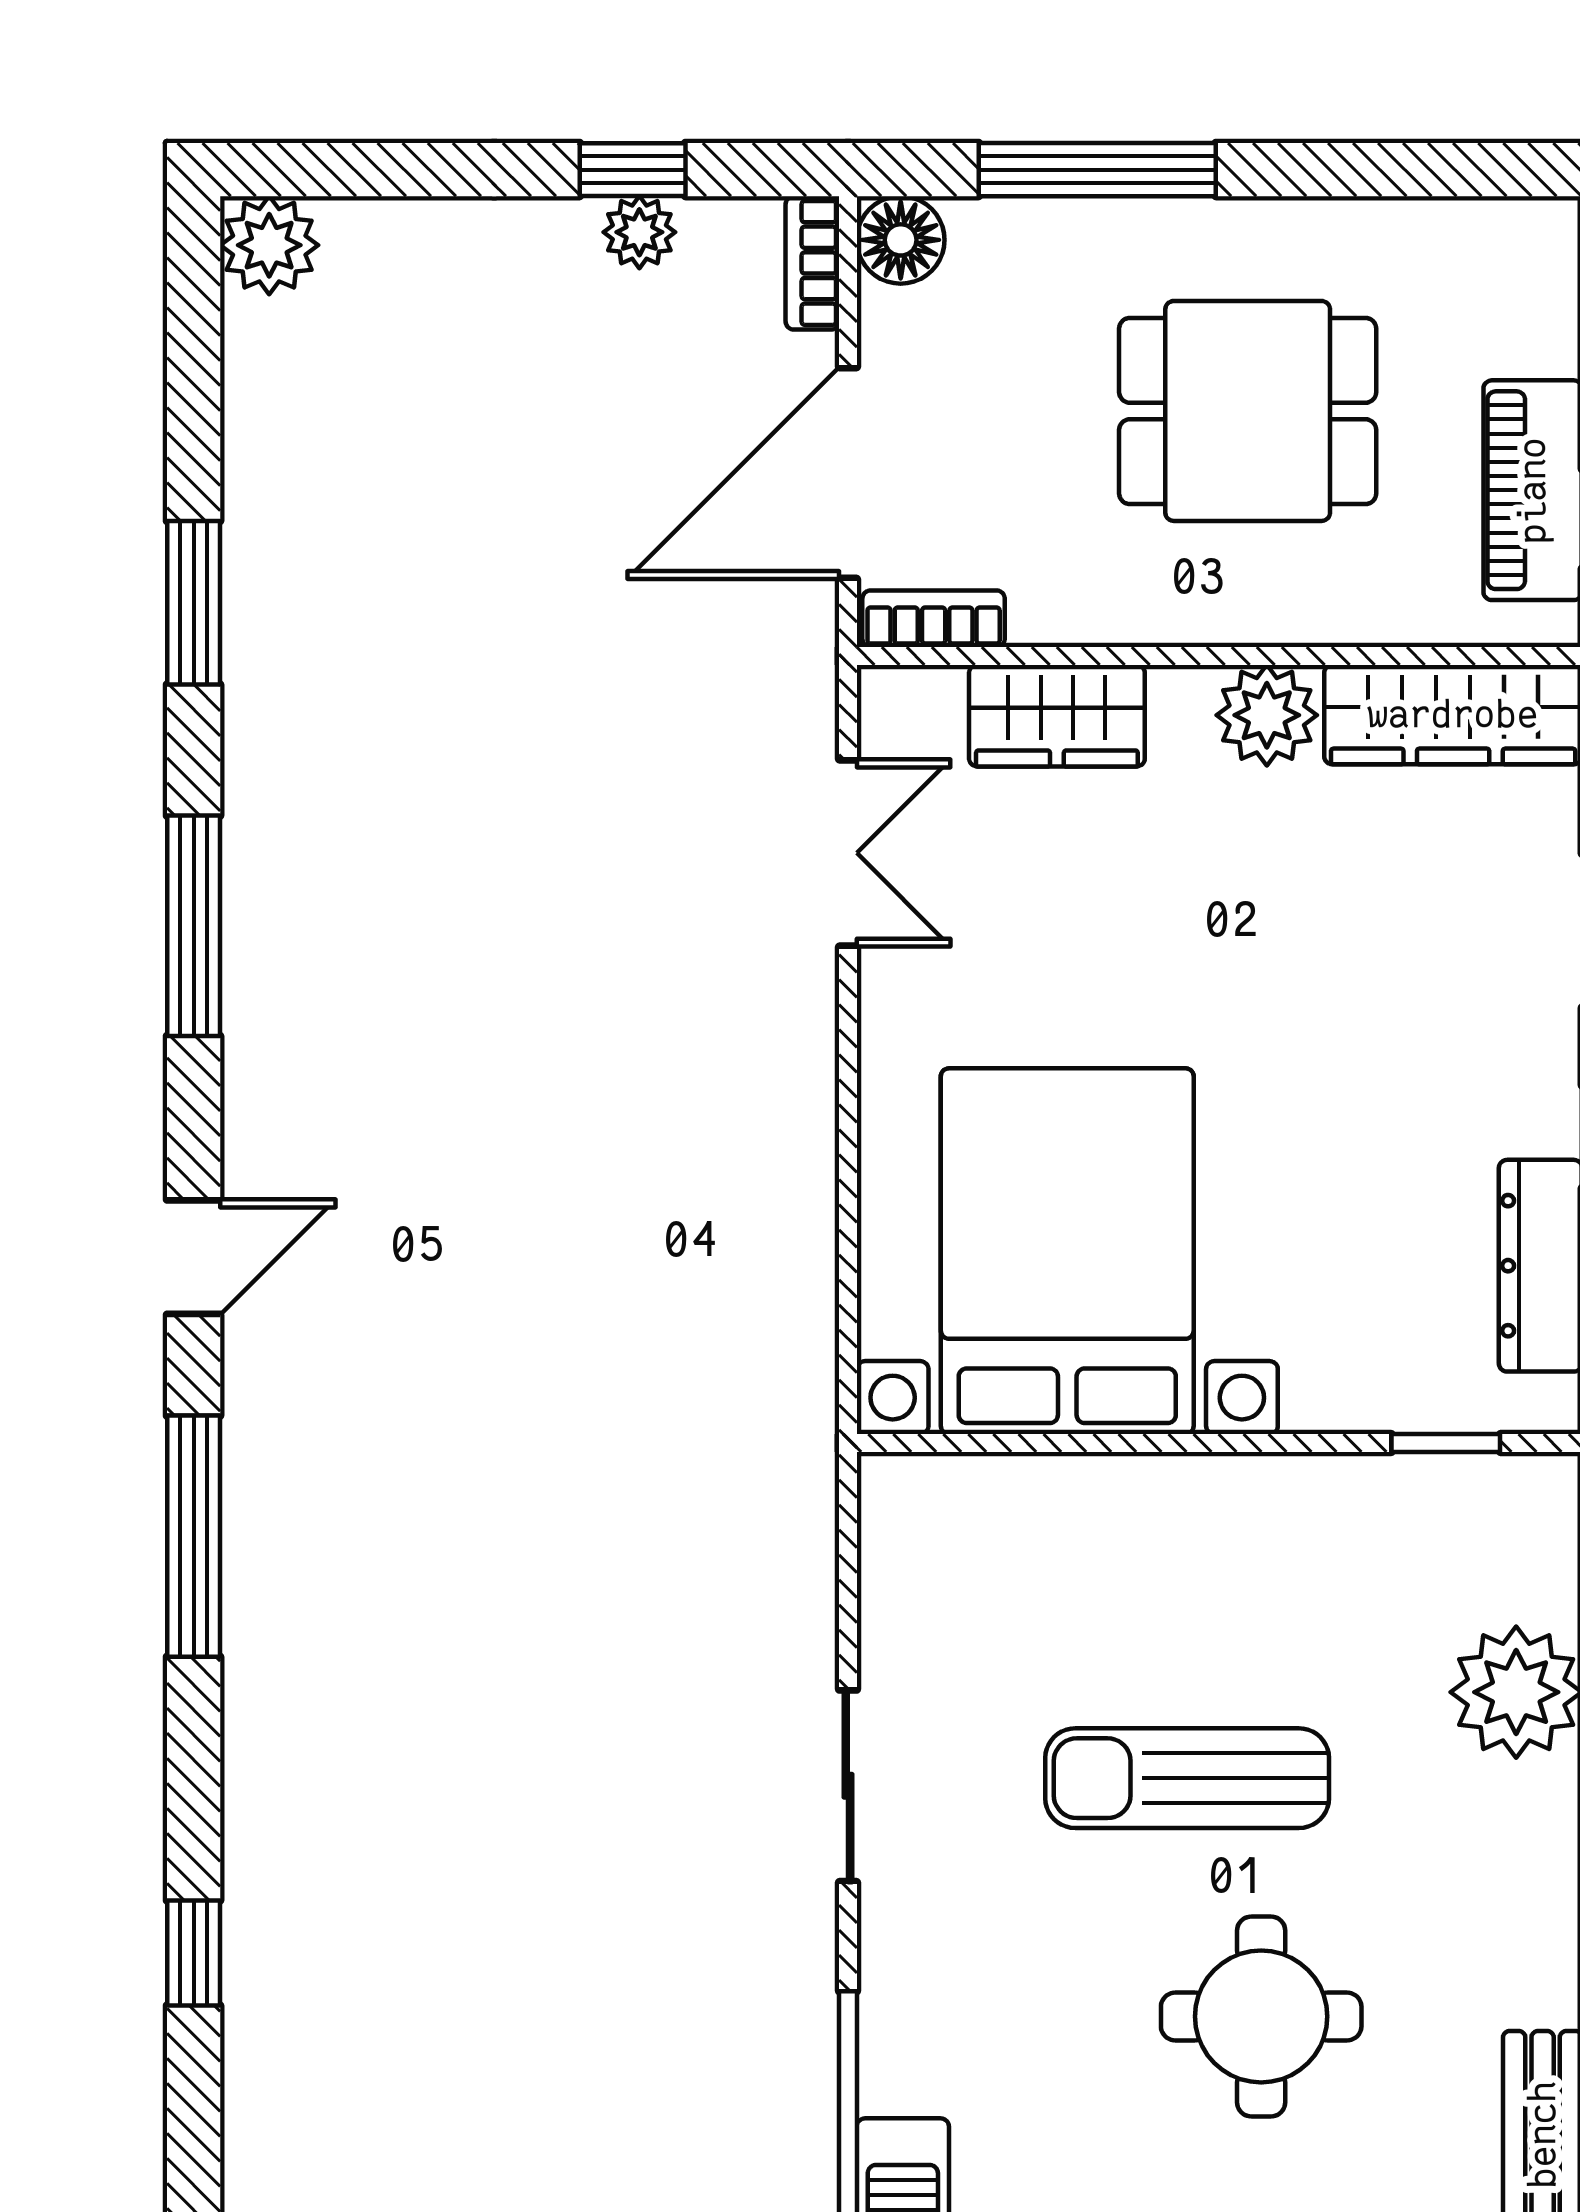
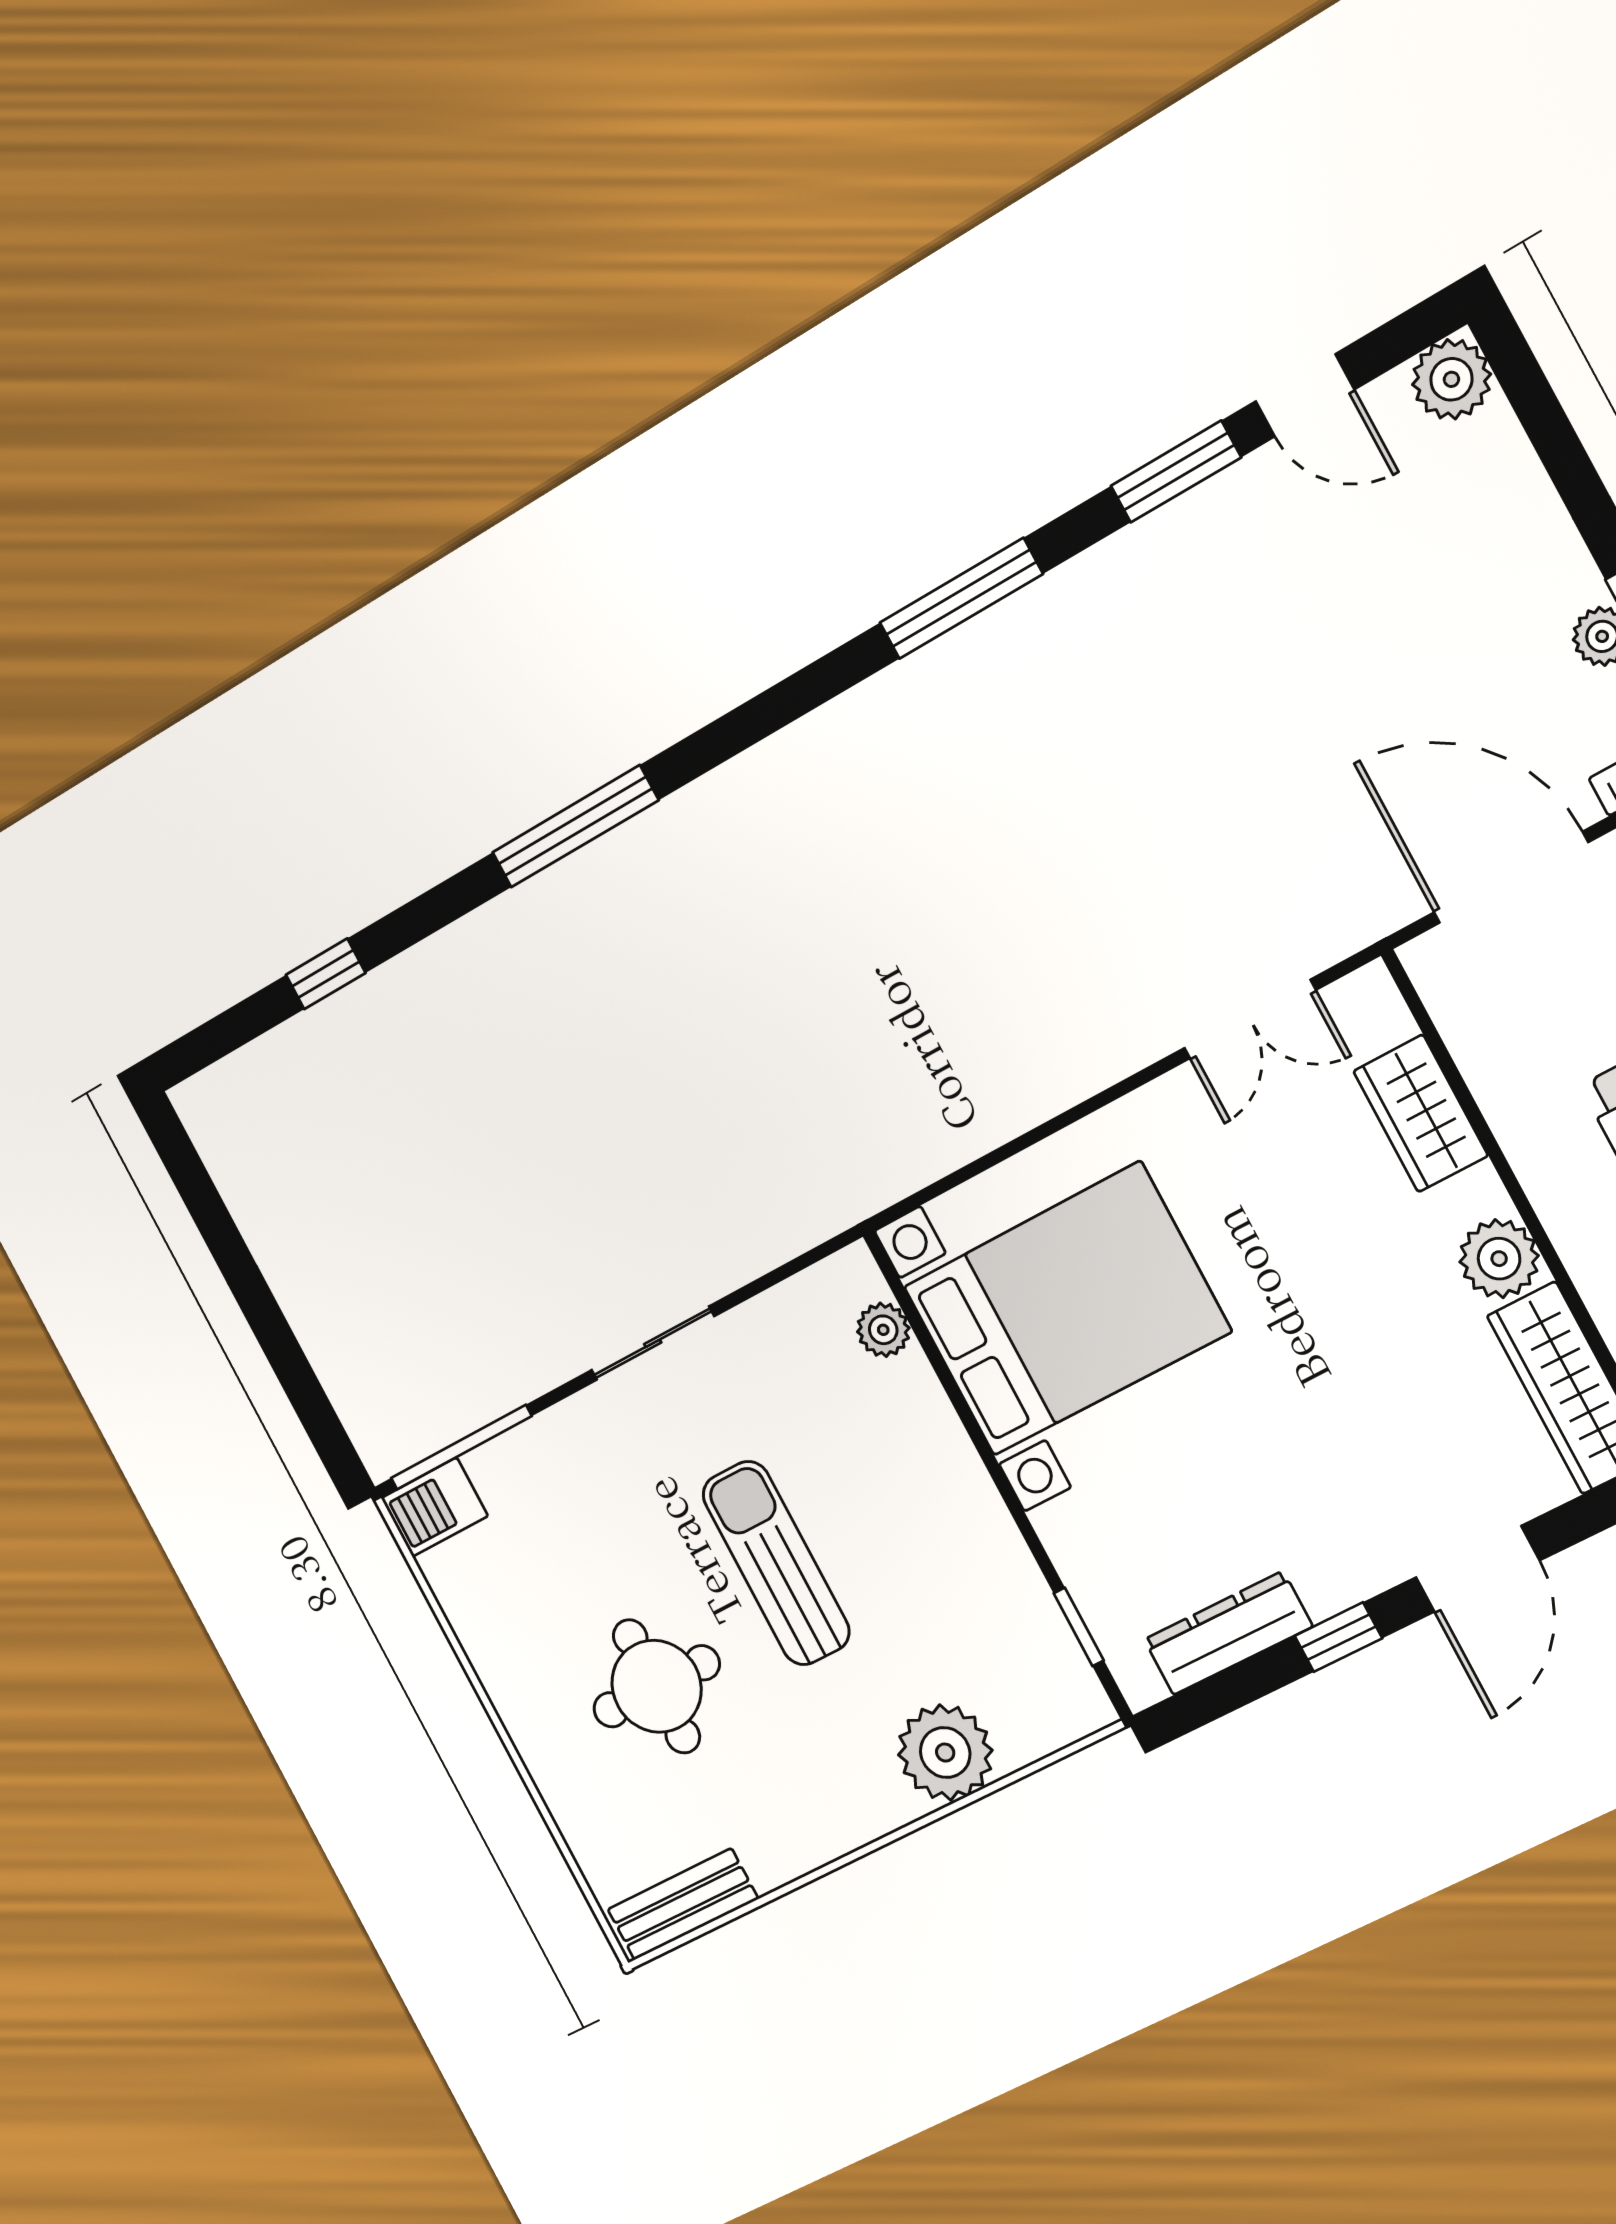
bookcase: (934, 619) -> (1441, 992), removed
door: (194, 1257) -> (1305, 395), moved
plant: (978, 1488) -> (883, 1330), added

